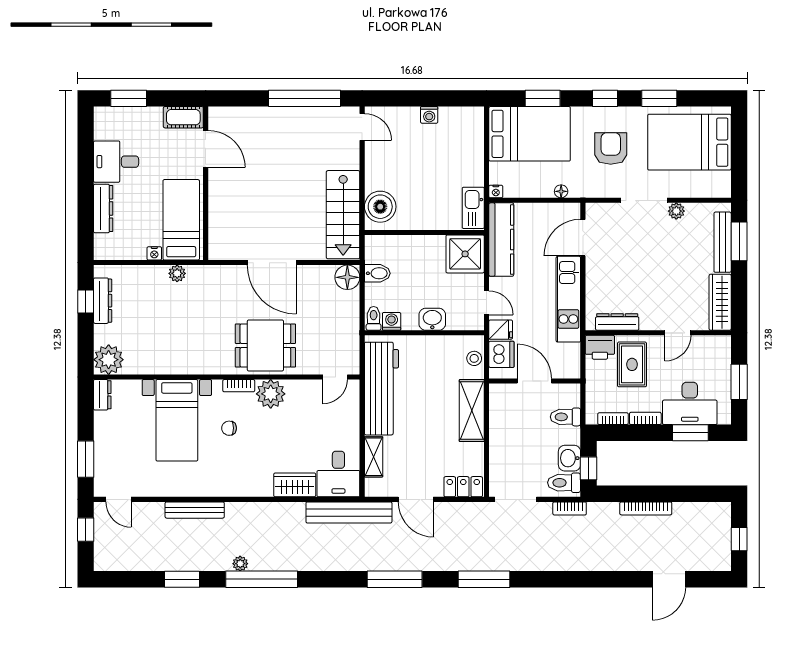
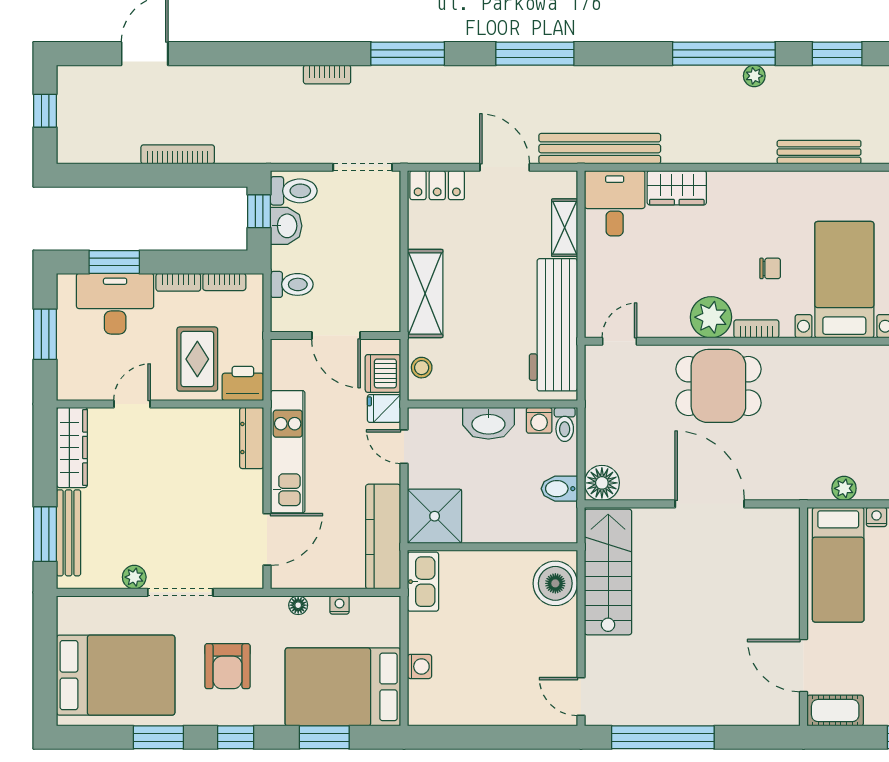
washing machine: (429, 115) -> (420, 666), moved, turned 90
nightstand: (496, 191) -> (340, 605), moved
washbasin: (432, 319) -> (488, 423), width x1.38
dresser: (617, 322) -> (252, 438), moved, turned 90
bookcase: (570, 508) -> (327, 75), moved, turned 180

